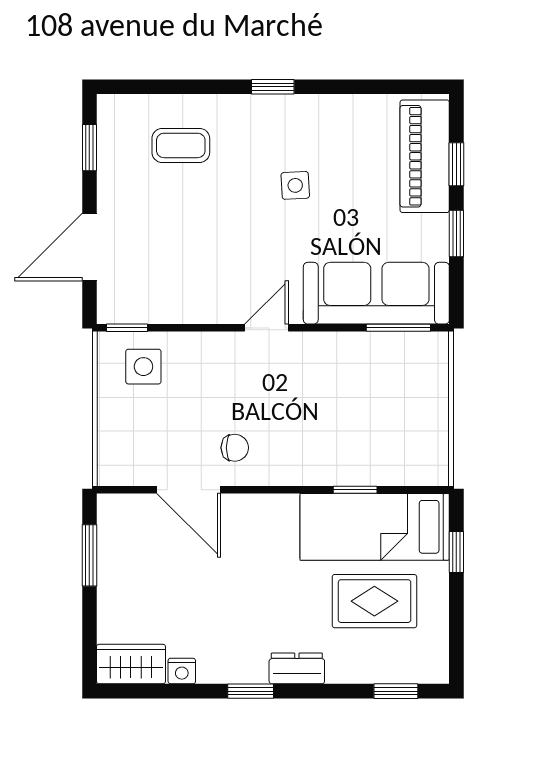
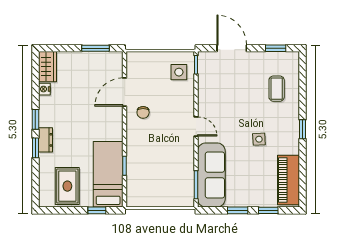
piano: (425, 156) -> (289, 180), moved, turned -90
rug: (374, 601) -> (67, 186), moved
window: (396, 691) -> (35, 148), moved

